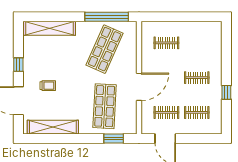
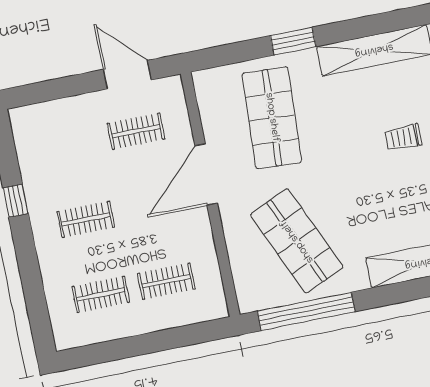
shop shelf: (105, 49) -> (297, 241), turned -48
clothes rail: (197, 112) -> (101, 294), moved
window: (114, 138) -> (293, 41), moved

